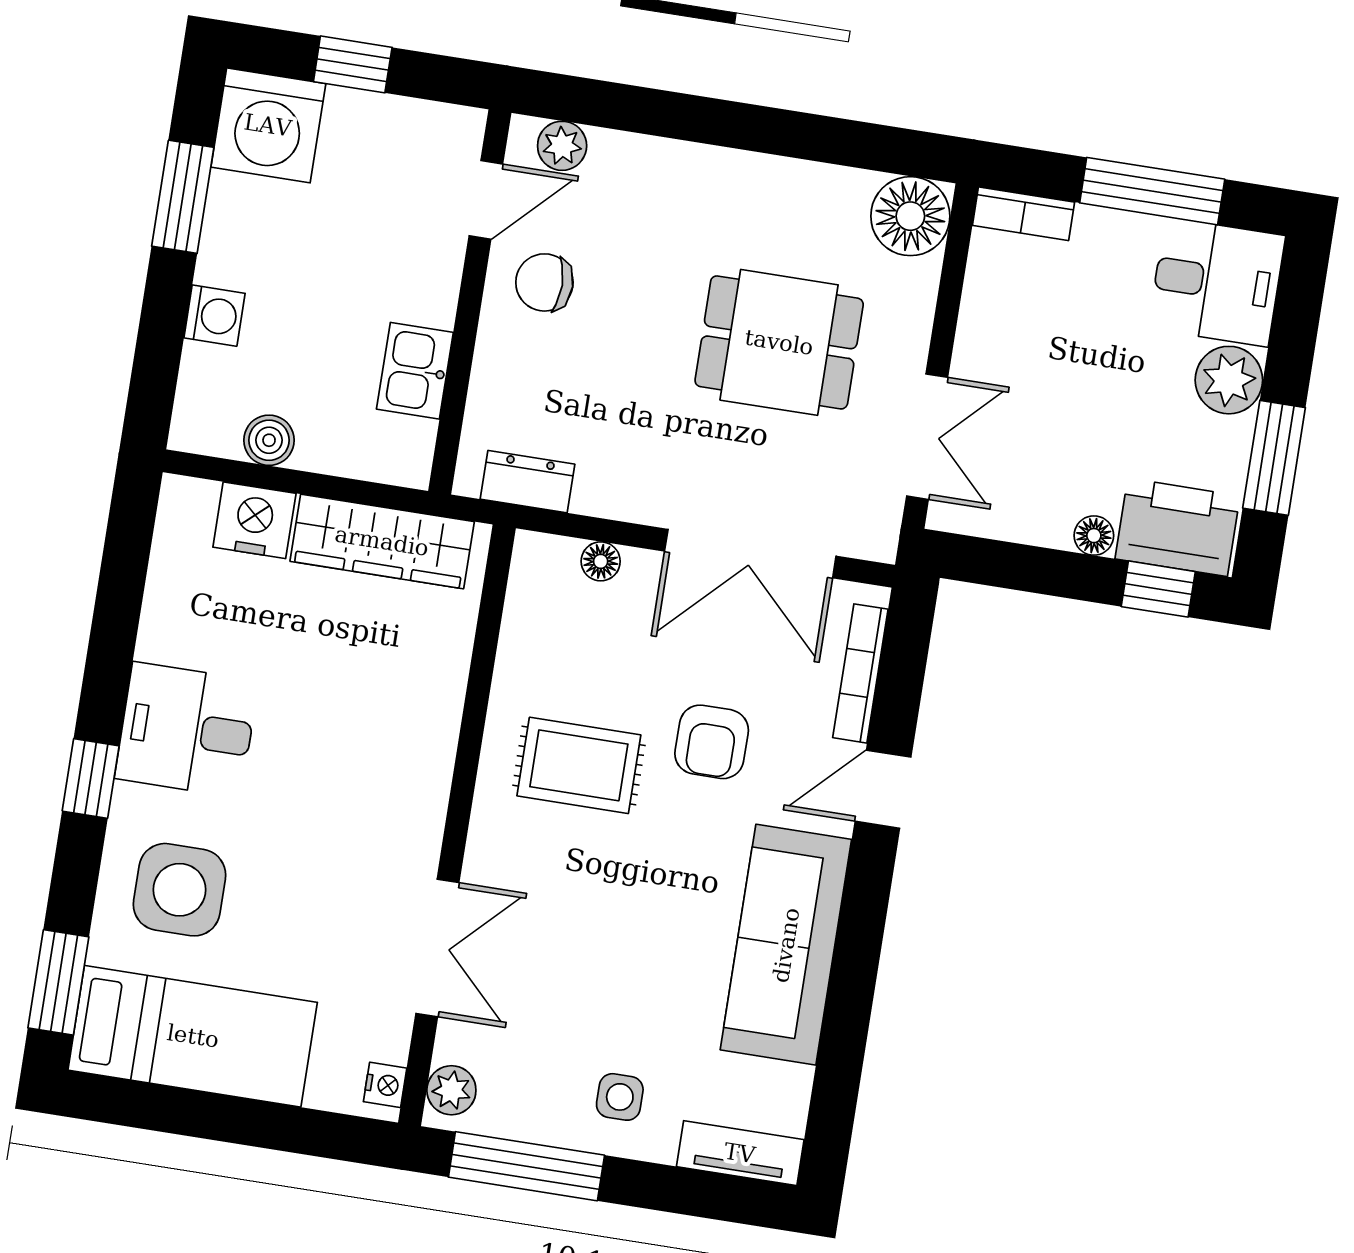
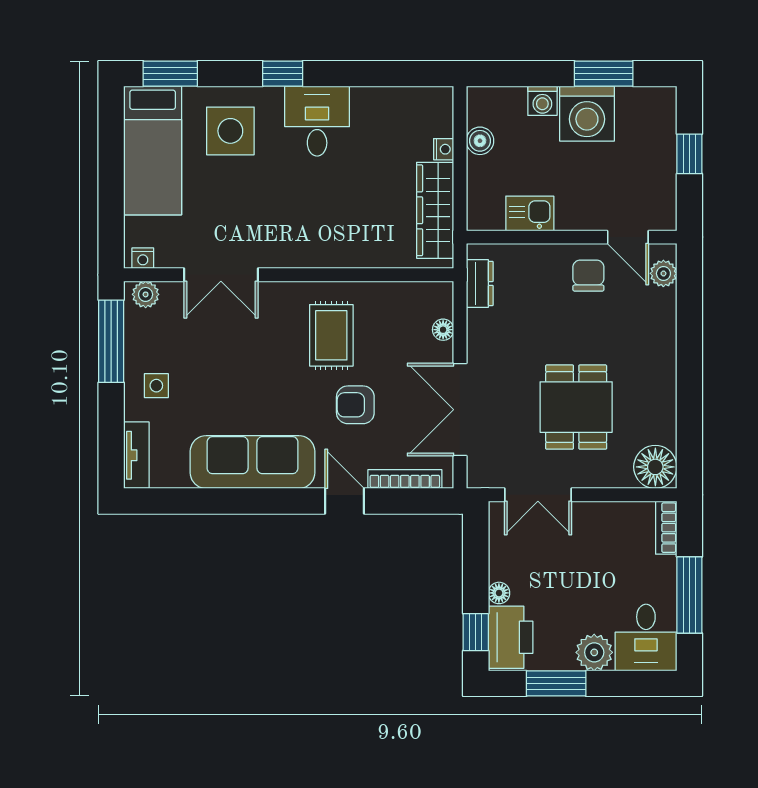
washing machine: (268, 125) -> (587, 114), moved, turned -90
nightstand: (254, 520) -> (444, 149), width x0.53, depth x0.56

